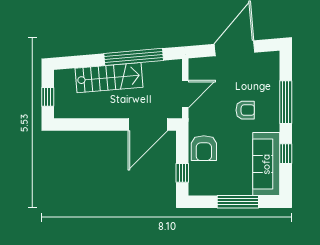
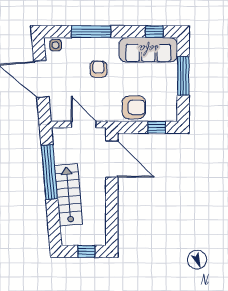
side table: (271, 64) -> (56, 45), added
window: (286, 154) -> (154, 32), moved

